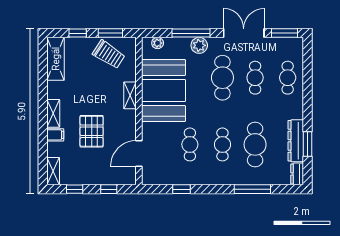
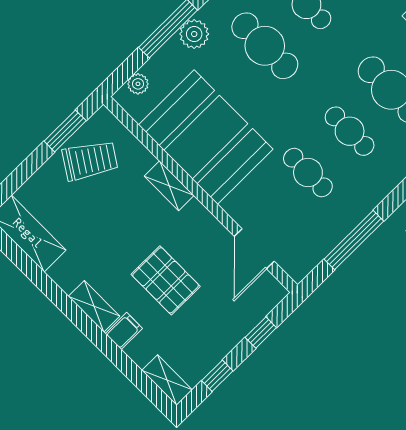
window: (78, 33) -> (23, 173), removed
window: (182, 189) -> (354, 240), width x2.17

